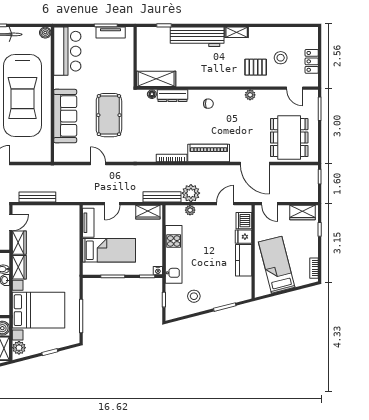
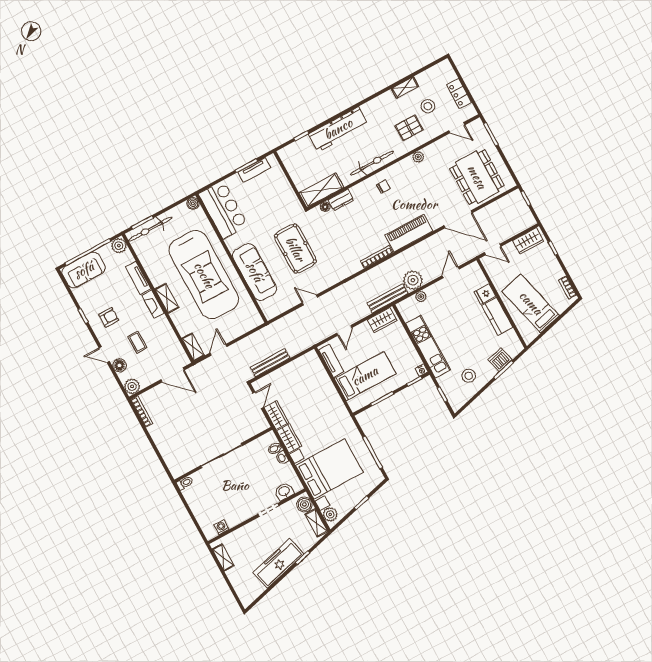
shelving: (237, 32) -> (405, 88), moved
bicycle: (210, 79) -> (372, 163), added
dresser: (172, 96) -> (341, 200), width x0.70
dishwasher: (244, 221) -> (500, 360), moved, turned 76

